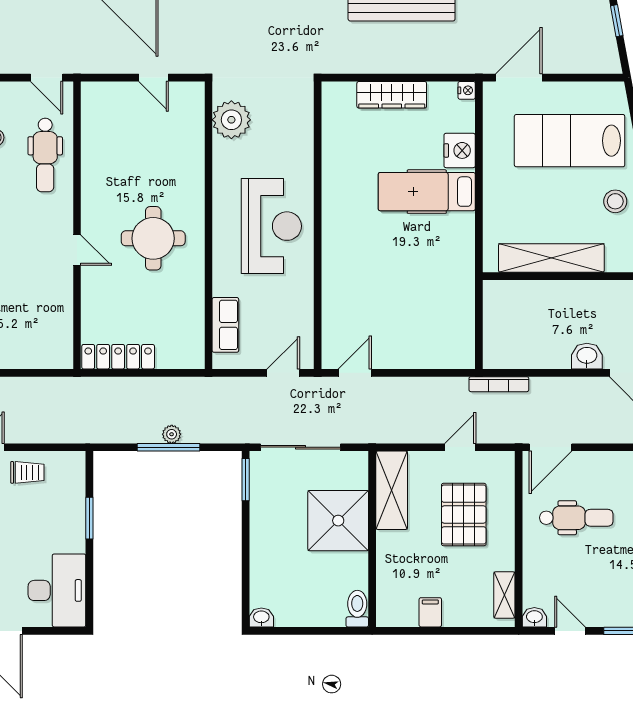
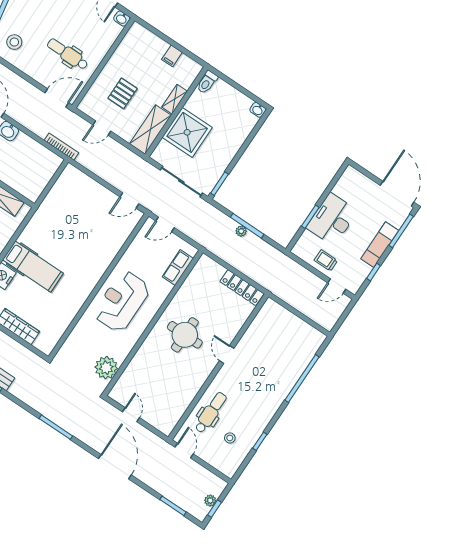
pallet: (464, 515) -> (123, 93), width x0.67, depth x0.71
desk: (57, 590) -> (332, 219), moved
shelving: (504, 595) -> (175, 99), moved

